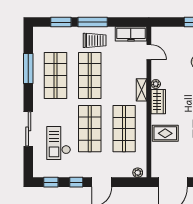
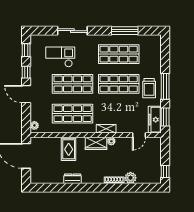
window: (61, 22) -> (165, 117), moved

